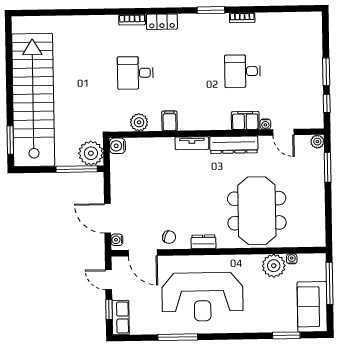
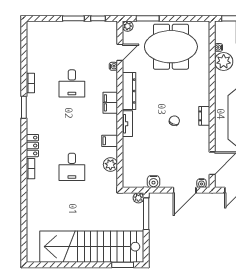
filing cabinet: (245, 120) -> (110, 103), moved
water cooler: (117, 146) -> (153, 182), moved
plant: (91, 153) -> (138, 198), width x0.53, depth x0.53
meeting table: (257, 211) -> (171, 47), moved
chair: (169, 237) -> (174, 121), moved

